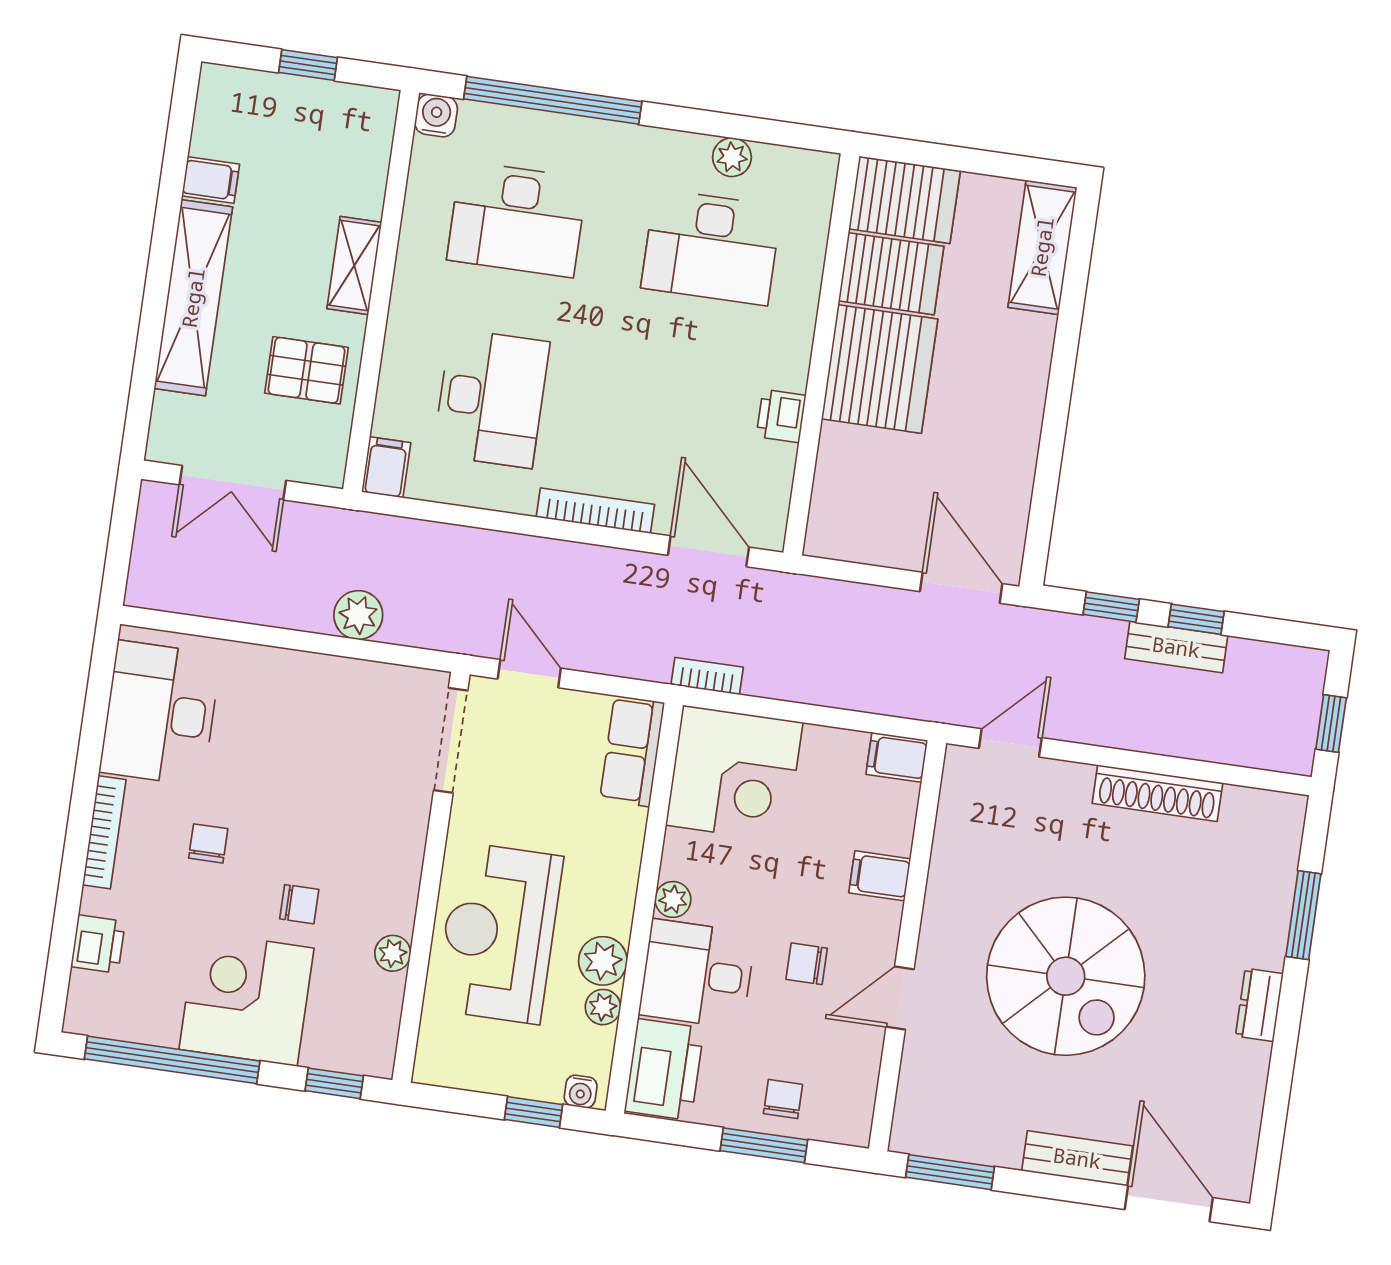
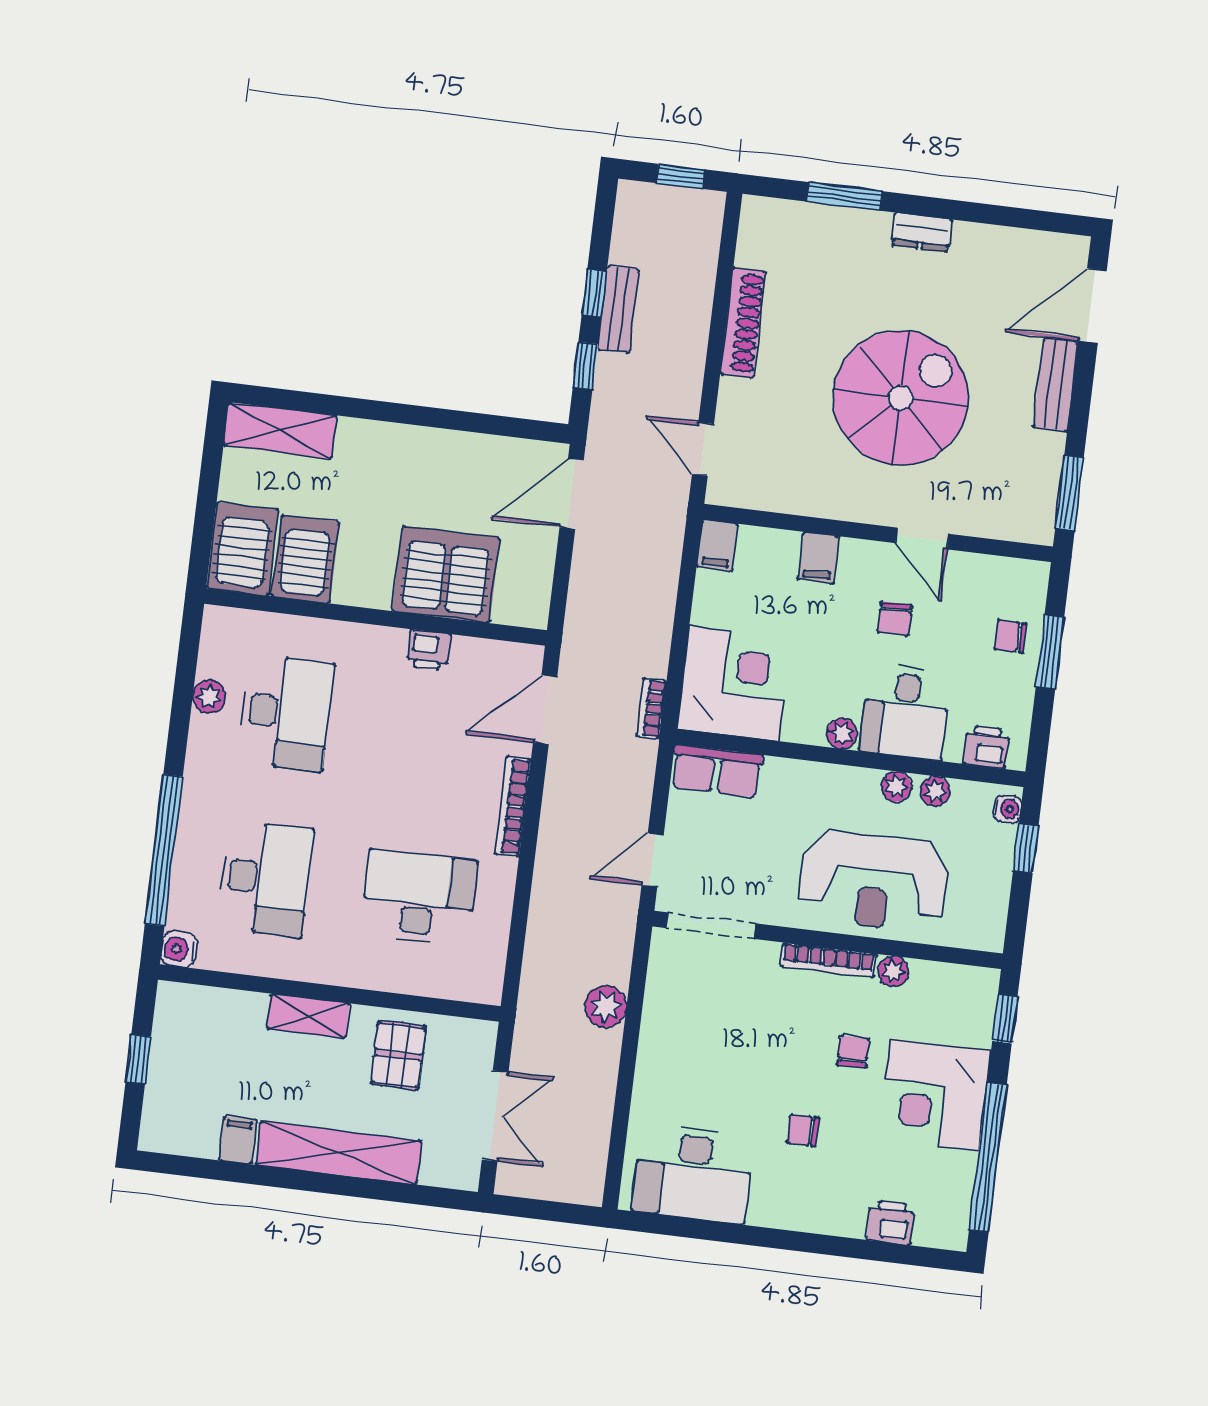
server rack: (880, 369) -> (446, 574), moved
filing cabinet: (386, 467) -> (479, 986), removed
bookcase: (104, 832) -> (829, 960), moved, turned 180
plant: (603, 961) -> (897, 787), width x0.73, depth x0.73
printer: (664, 1070) -> (986, 747), width x0.53, depth x0.68

